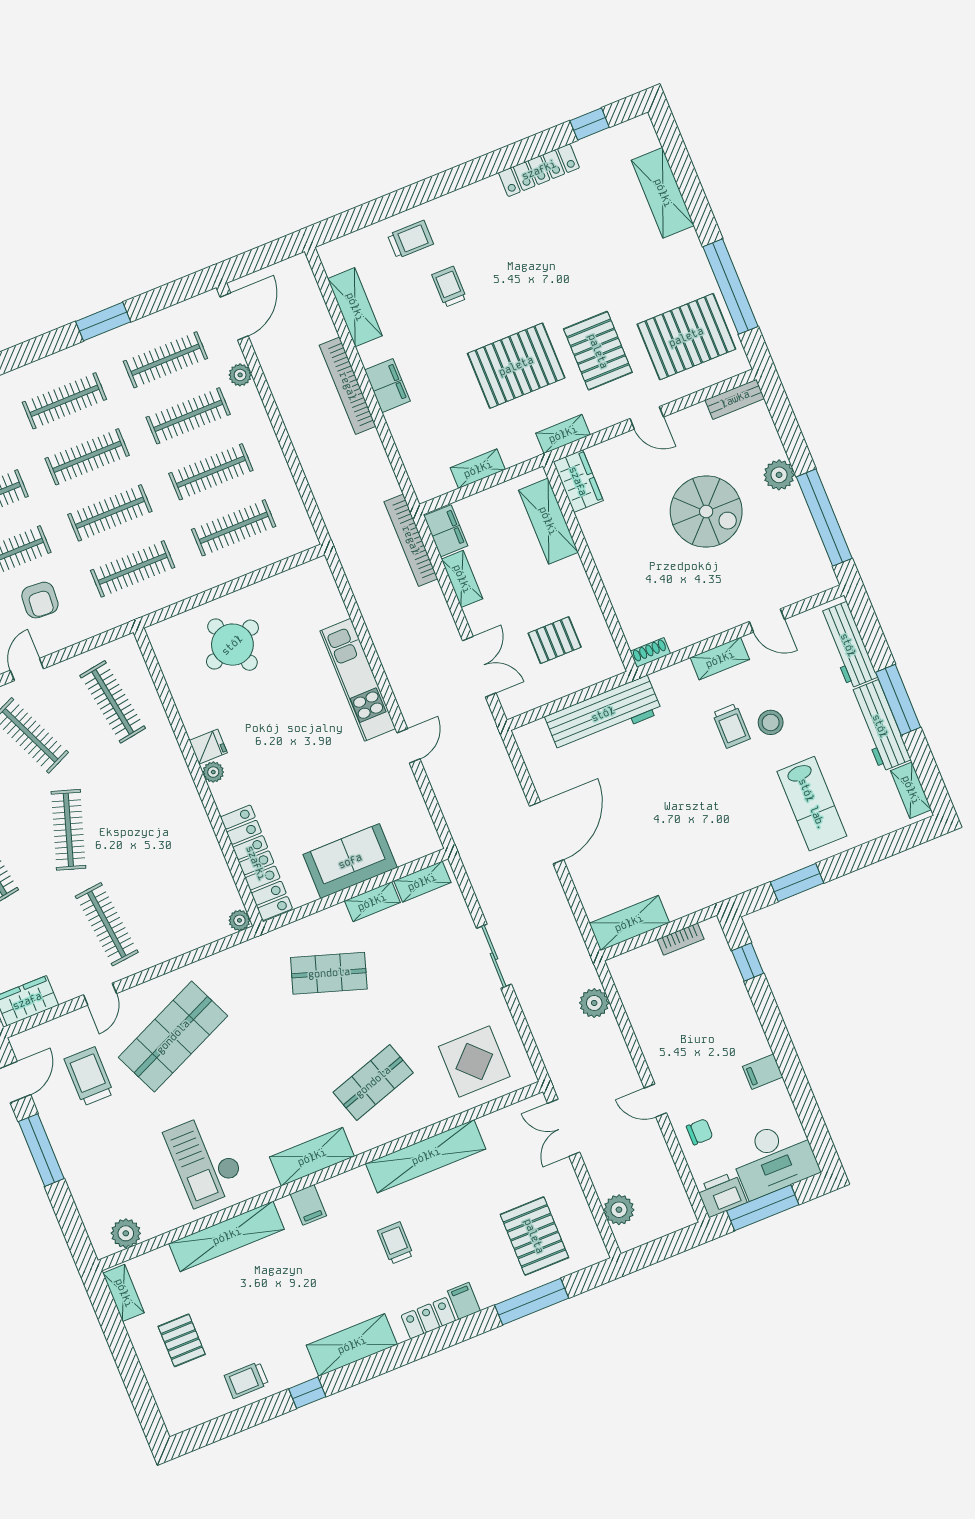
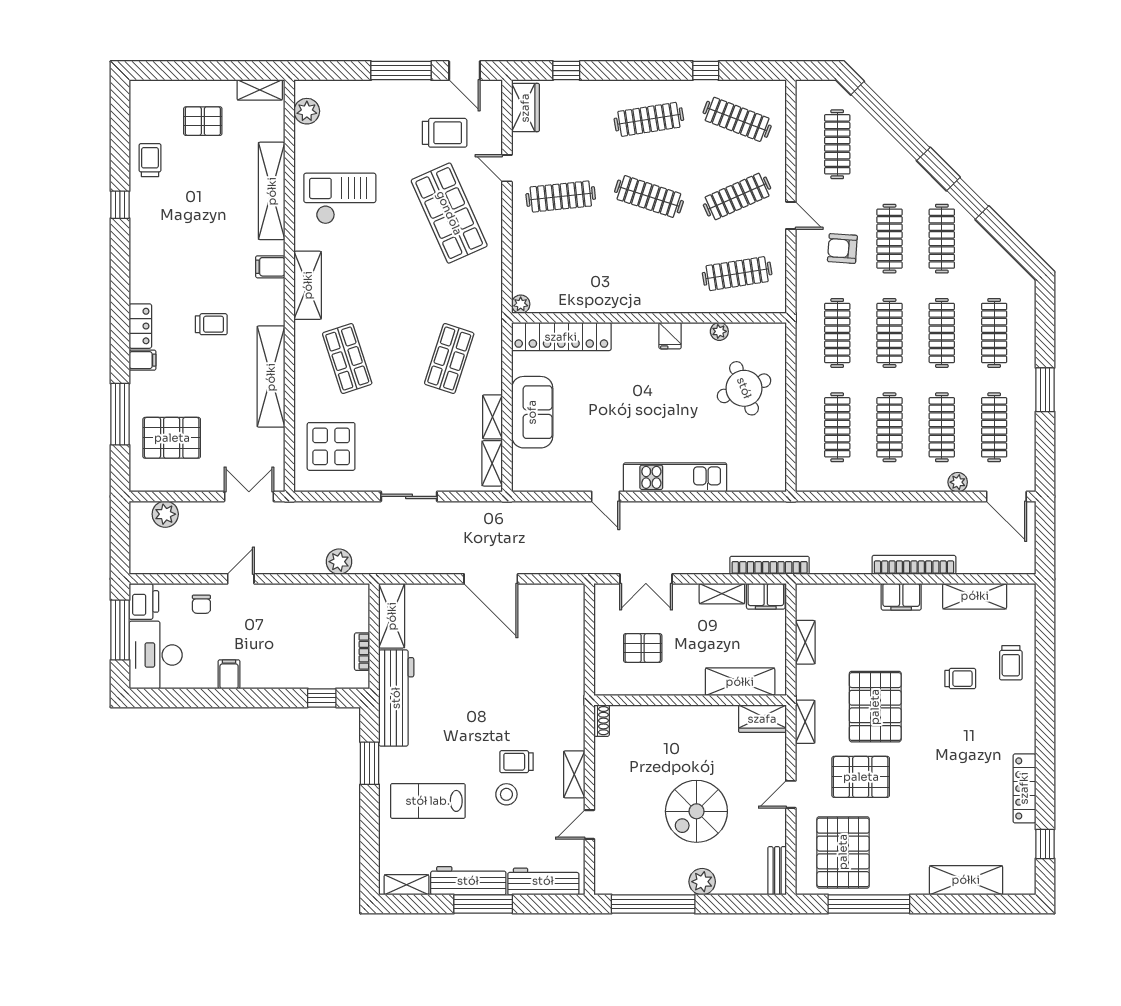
pallet: (555, 640) -> (643, 648), turned 90
workbench: (603, 714) -> (396, 698), moved, turned 180
plant: (213, 772) -> (719, 331), moved
shelving: (352, 1345) -> (144, 256), removed

